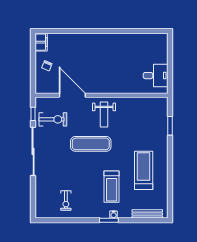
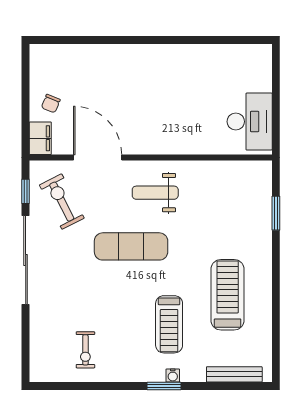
filing cabinet: (41, 42) -> (40, 138), moved
desk: (156, 76) -> (250, 122), width x1.37
weight bench: (104, 115) -> (155, 193), turned 90
exercise bike: (53, 119) -> (62, 202), turned -117

